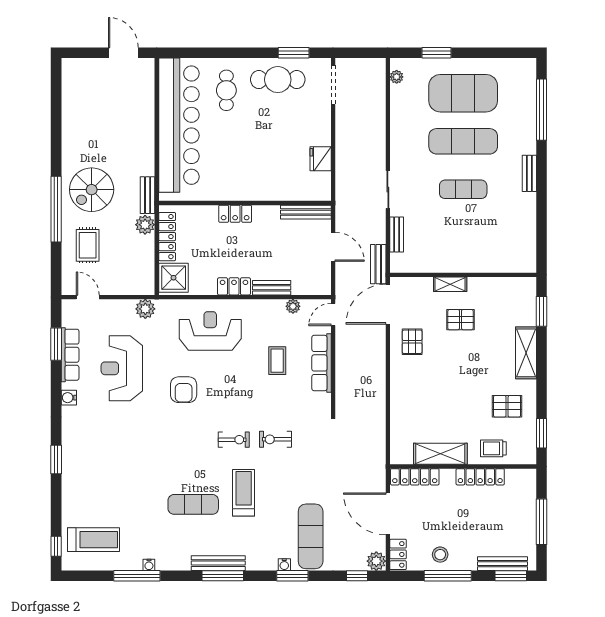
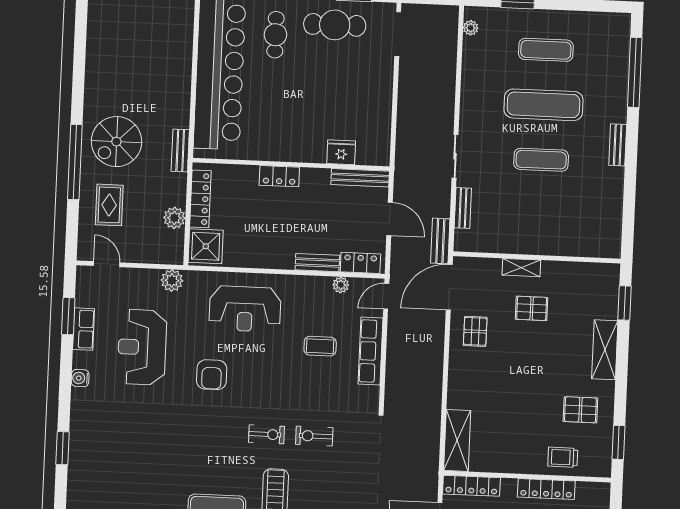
exercise mat: (463, 93) -> (546, 50), width x0.50, depth x0.69
fridge: (321, 159) -> (341, 152), moved, turned 90
plant: (145, 225) -> (174, 218), moved
locker: (234, 286) -> (360, 263), moved
reception desk: (210, 331) -> (245, 309), turned 180
row of seats: (70, 355) -> (84, 329), width x0.68
coffee table: (277, 361) -> (320, 346), turned 90
shelving: (440, 454) -> (457, 440), moved, turned 90

